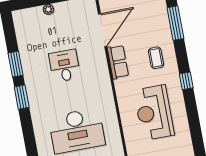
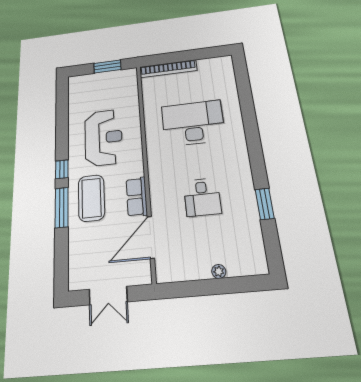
window: (175, 23) -> (62, 207), moved
coffee table: (156, 58) -> (91, 198), width x1.86, depth x1.72
window: (22, 97) -> (257, 164), removed

